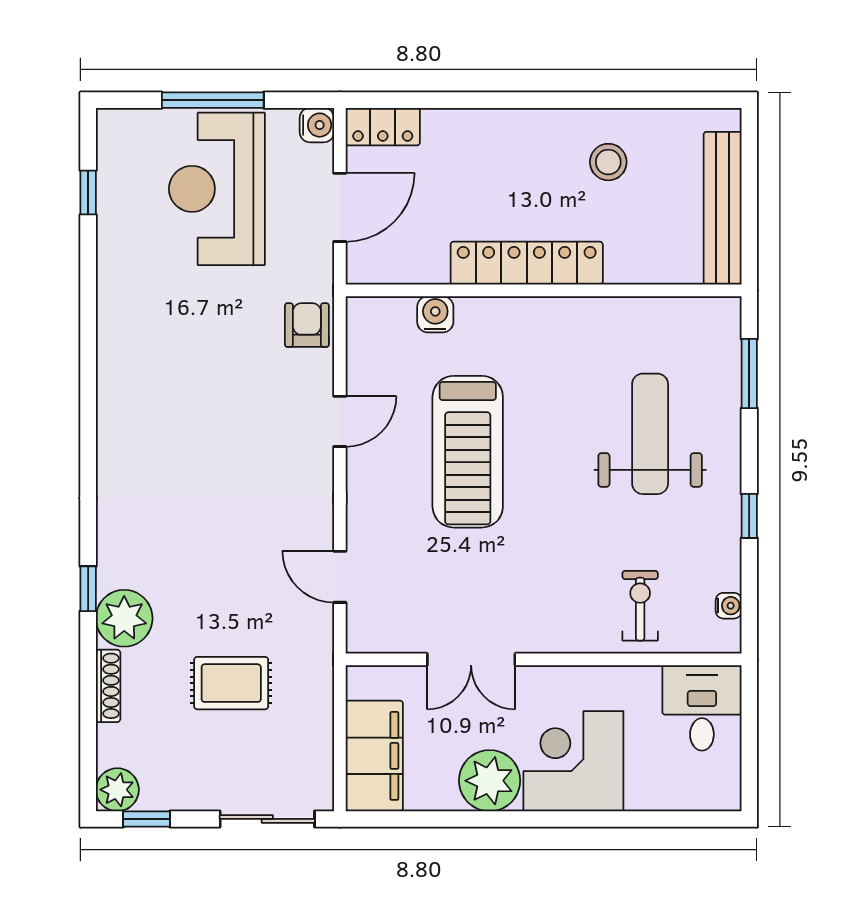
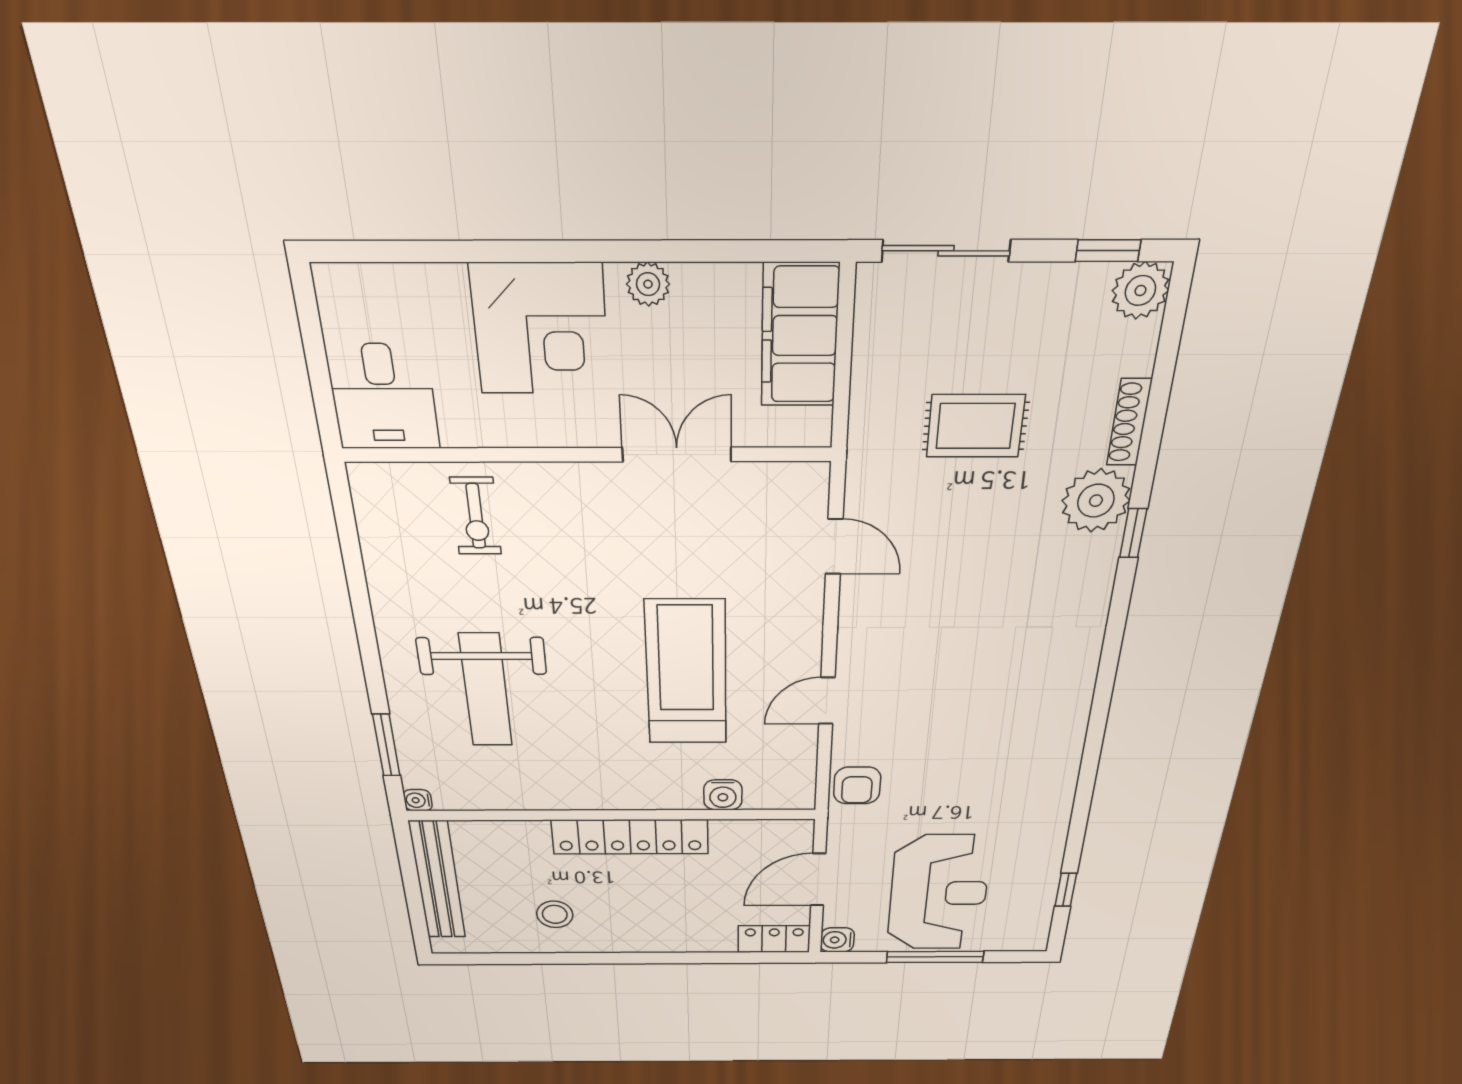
window: (749, 516) -> (362, 611), removed
water cooler: (729, 606) -> (418, 800), moved
plant: (490, 781) -> (648, 284), width x0.53, depth x0.53

